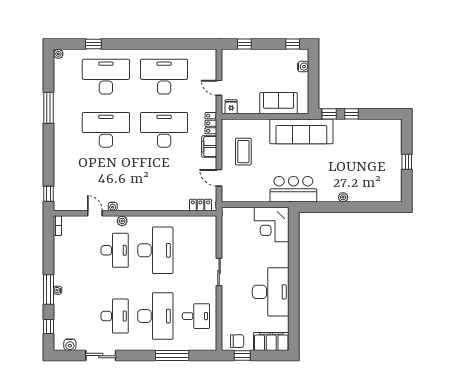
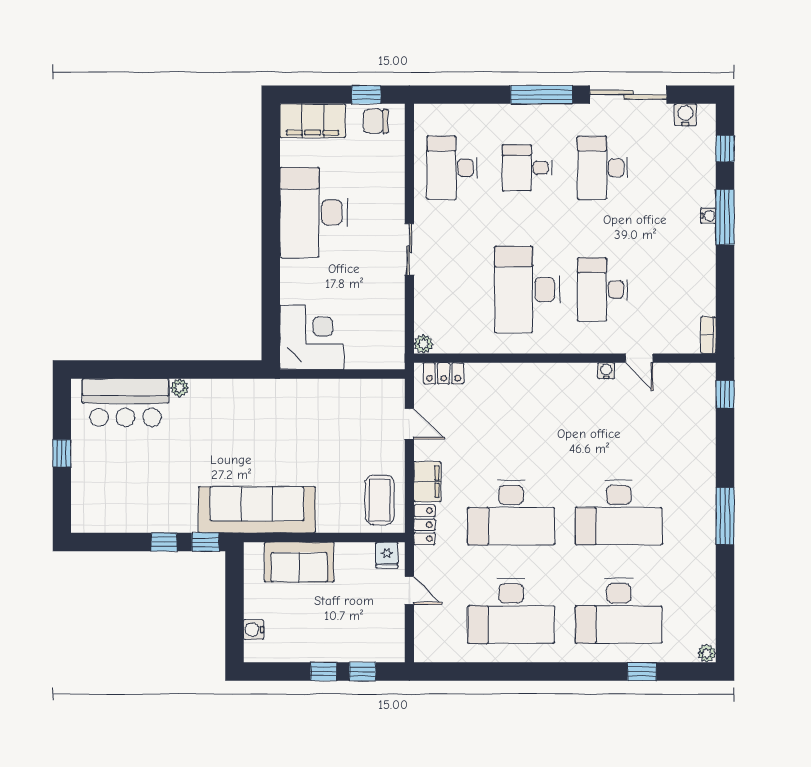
window: (293, 44) -> (323, 671), moved
window: (49, 108) -> (725, 516), moved
coffee table: (243, 152) -> (380, 500), moved
bar counter: (293, 189) -> (125, 402), moved
plant: (122, 221) -> (423, 344), moved
desk: (155, 316) -> (527, 168), width x0.53, depth x0.77
desk: (196, 316) -> (452, 168), width x1.37
sliding door: (101, 356) -> (628, 95), width x1.37
window: (172, 356) -> (542, 95), moved

